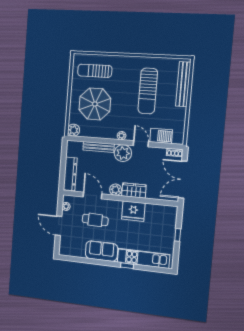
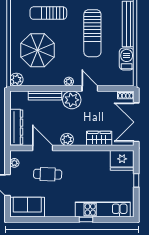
sun lounger: (95, 71) -> (48, 13), moved
barbecue: (161, 136) -> (127, 59), moved, turned -90
wardrobe: (134, 191) -> (99, 138), moved
fridge: (133, 211) -> (122, 160), moved
sofa: (101, 251) -> (27, 207), moved

